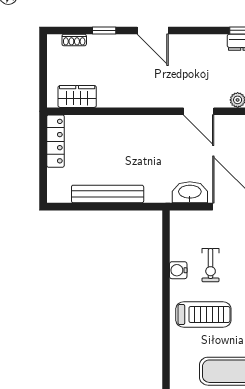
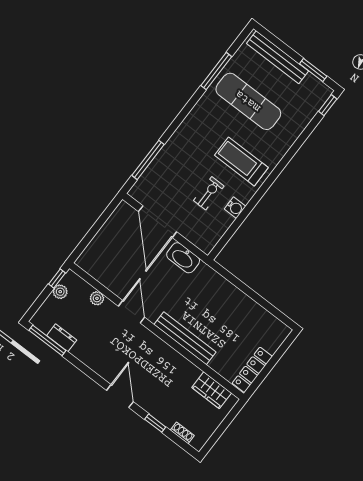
bench: (108, 194) -> (185, 338), moved

